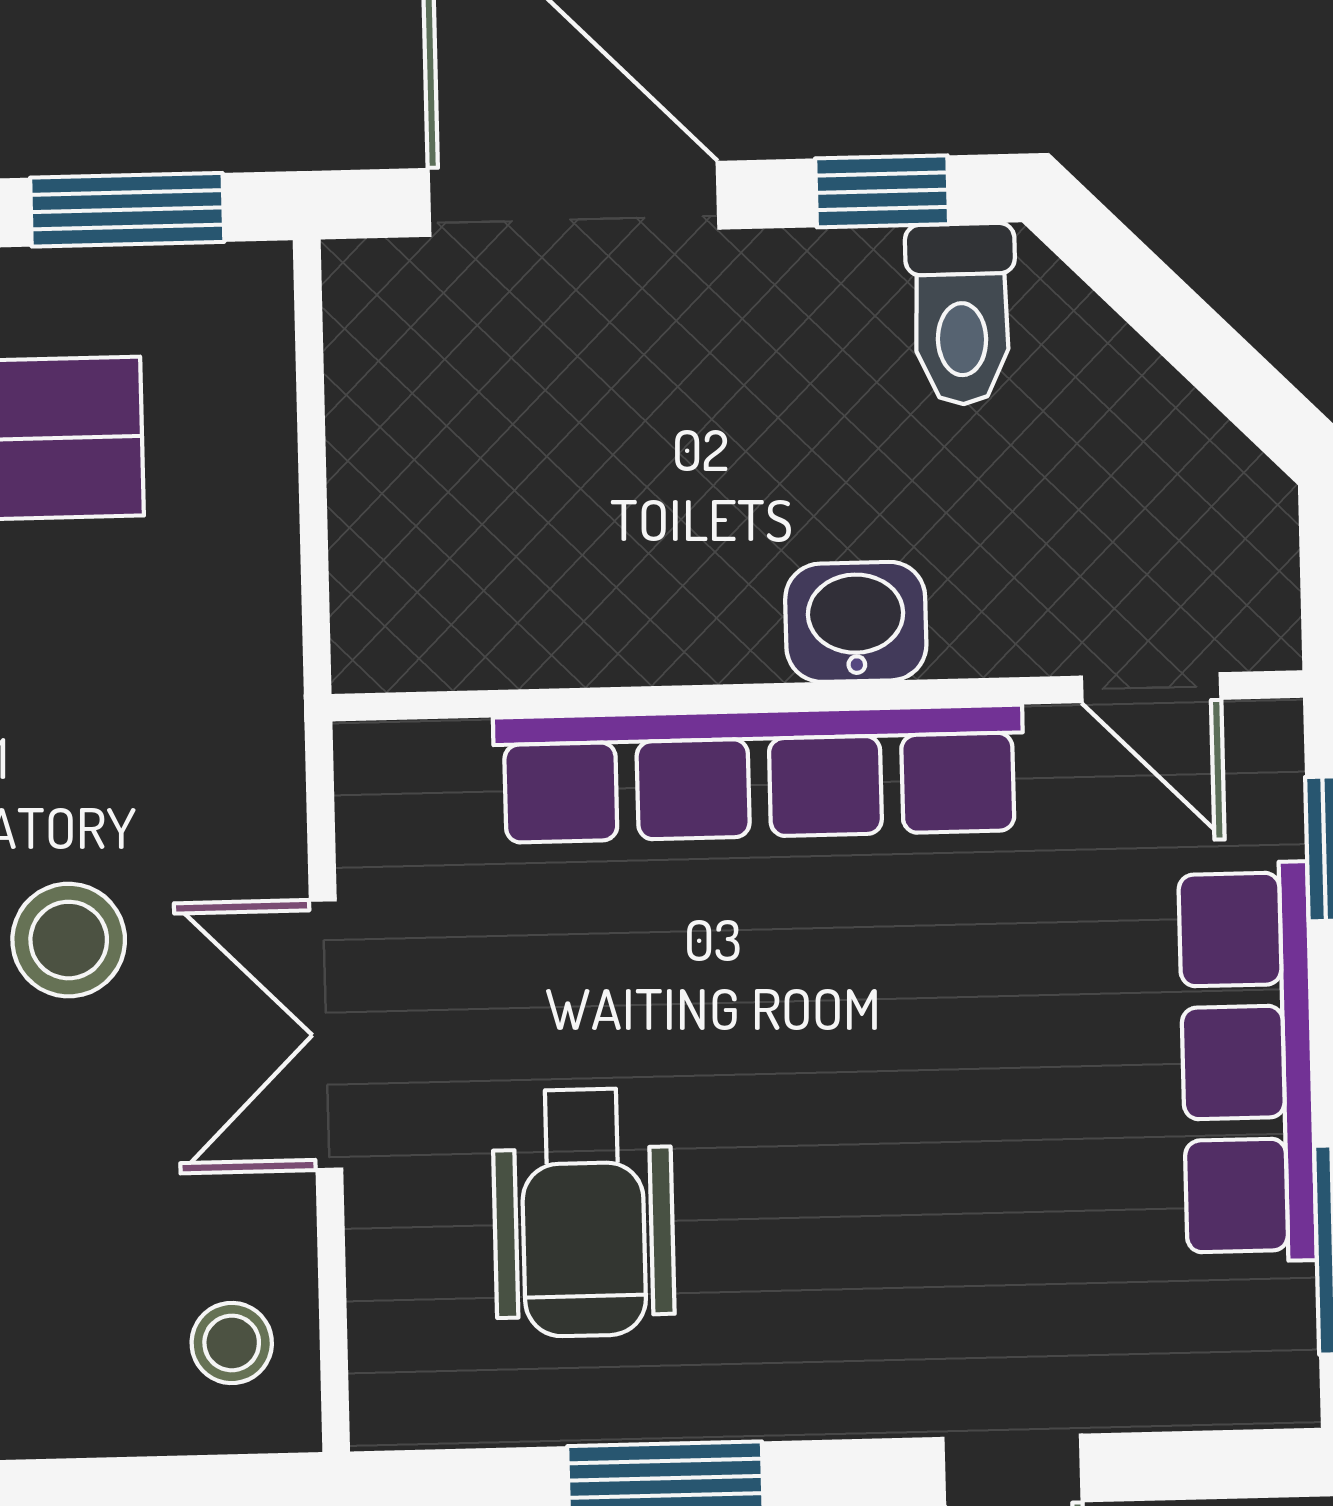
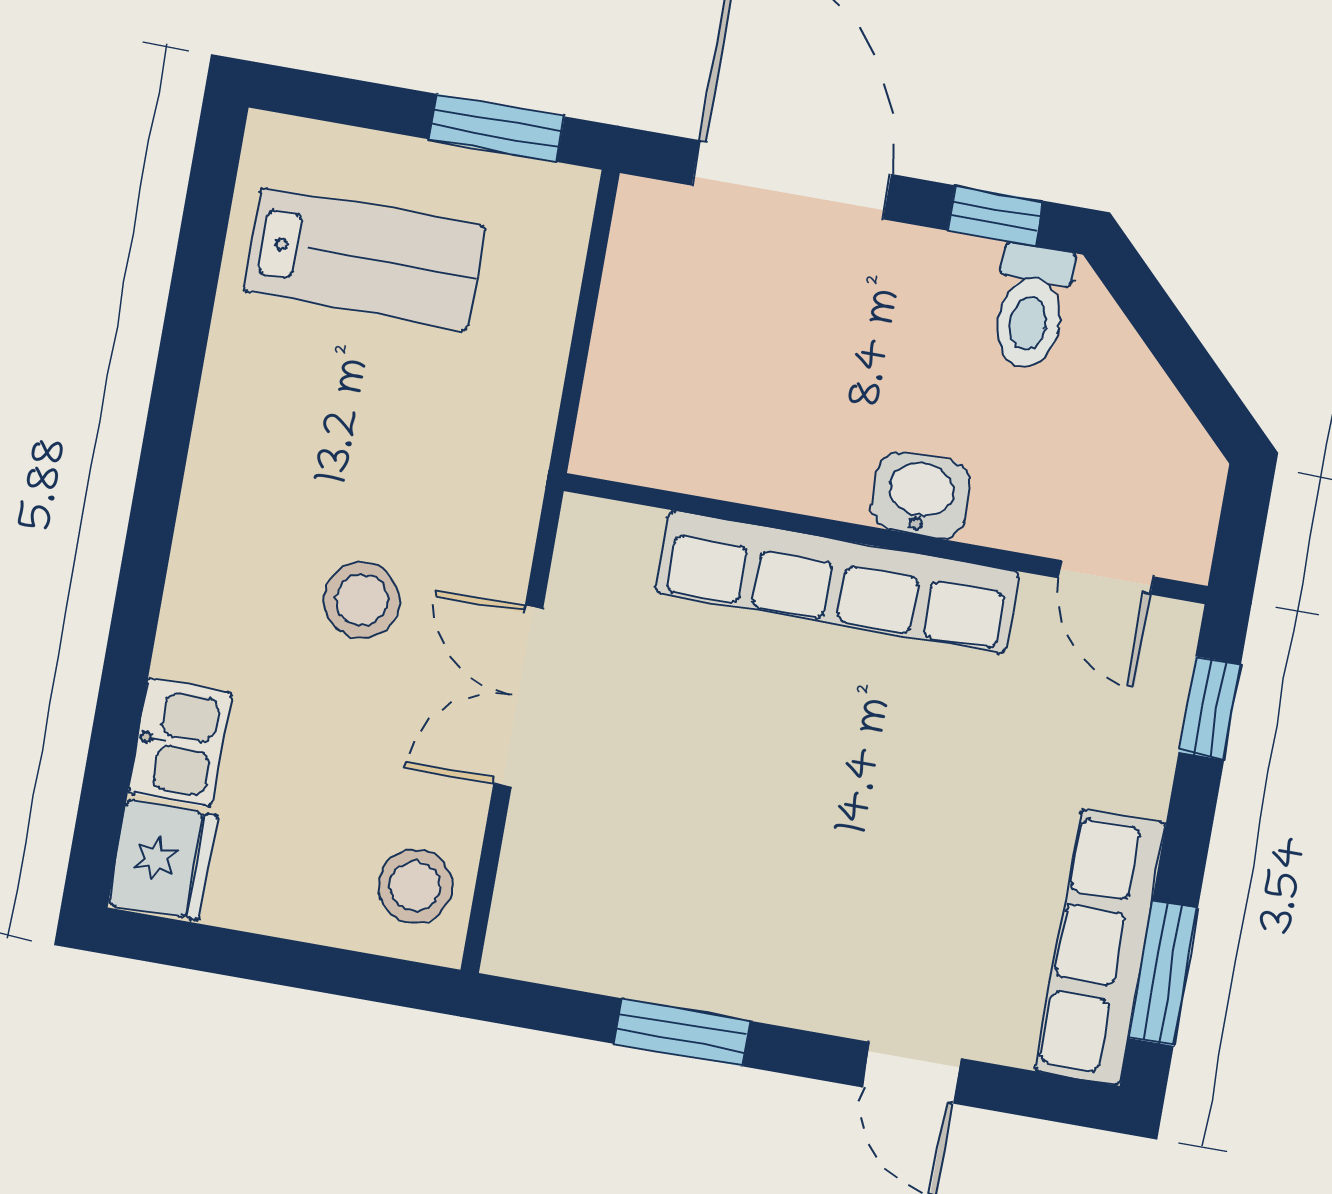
row of seats: (1247, 1062) -> (1100, 947), moved
wheelchair: (583, 1213) -> (664, 847), removed
stool: (232, 1343) -> (415, 886), width x1.37, depth x1.37

